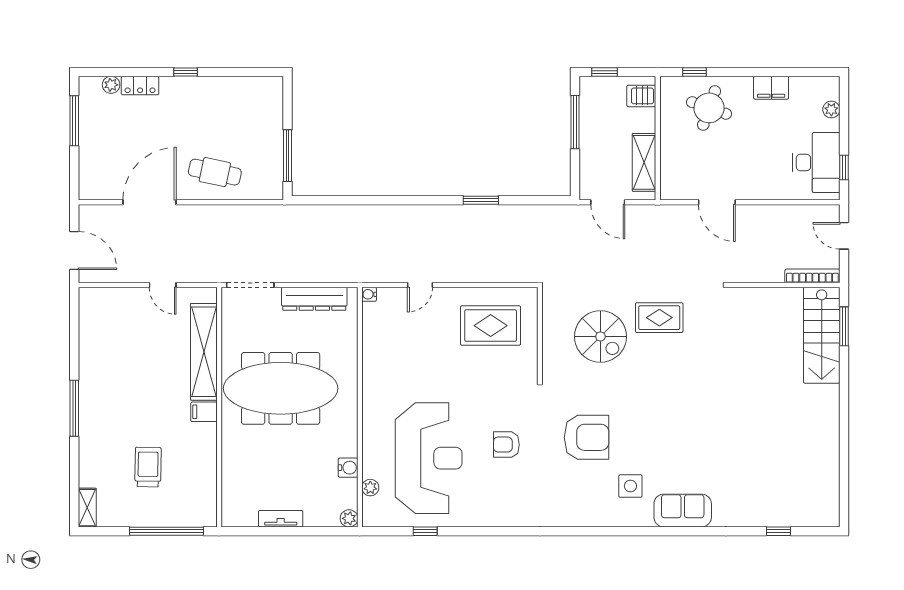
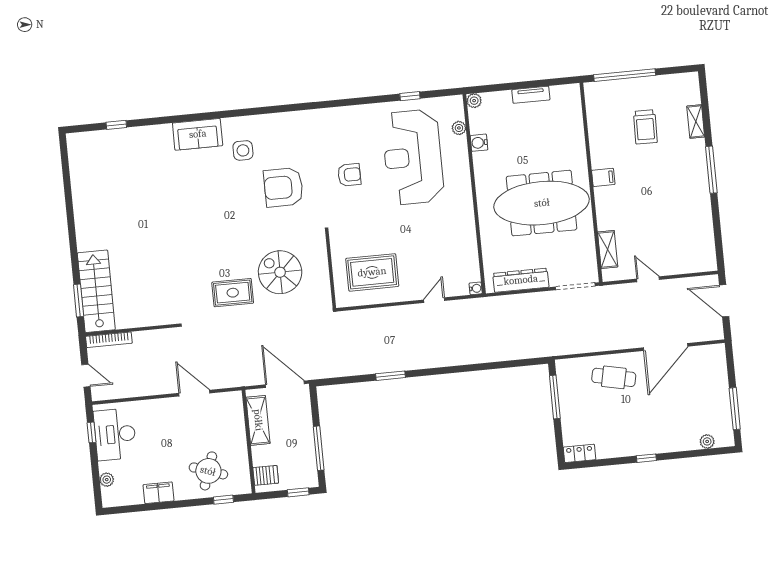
locker: (140, 86) -> (579, 453), moved
door: (608, 202) -> (285, 384), width x1.36
shelving: (204, 352) -> (608, 249), width x0.45, depth x0.75
shelving: (87, 508) -> (696, 121), moved

